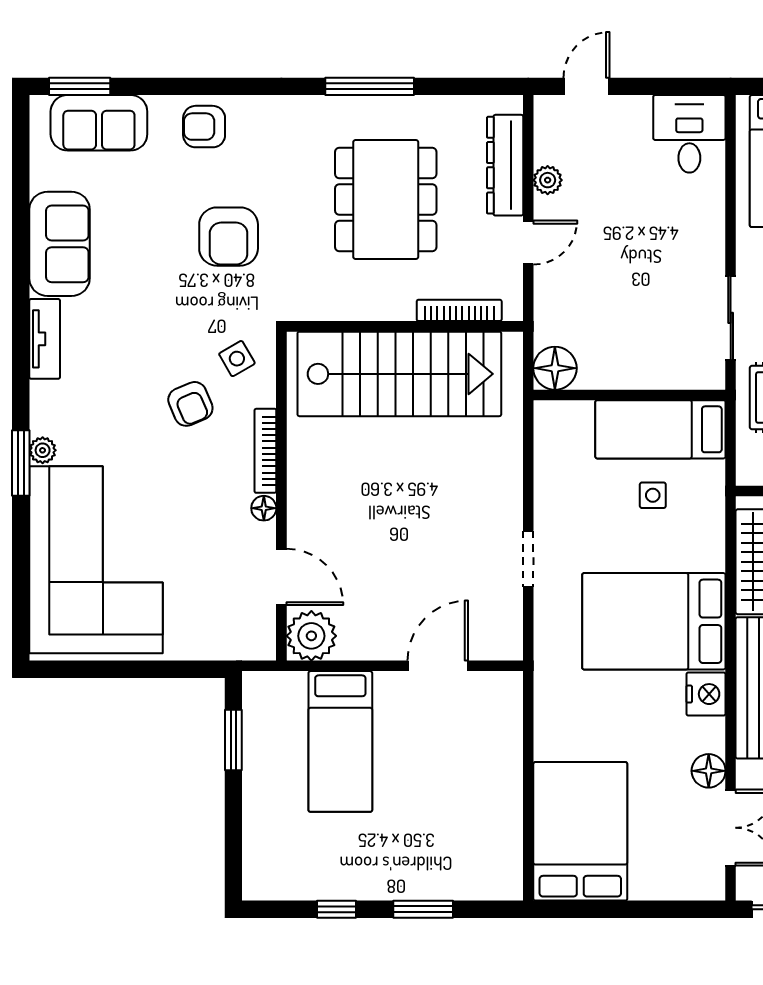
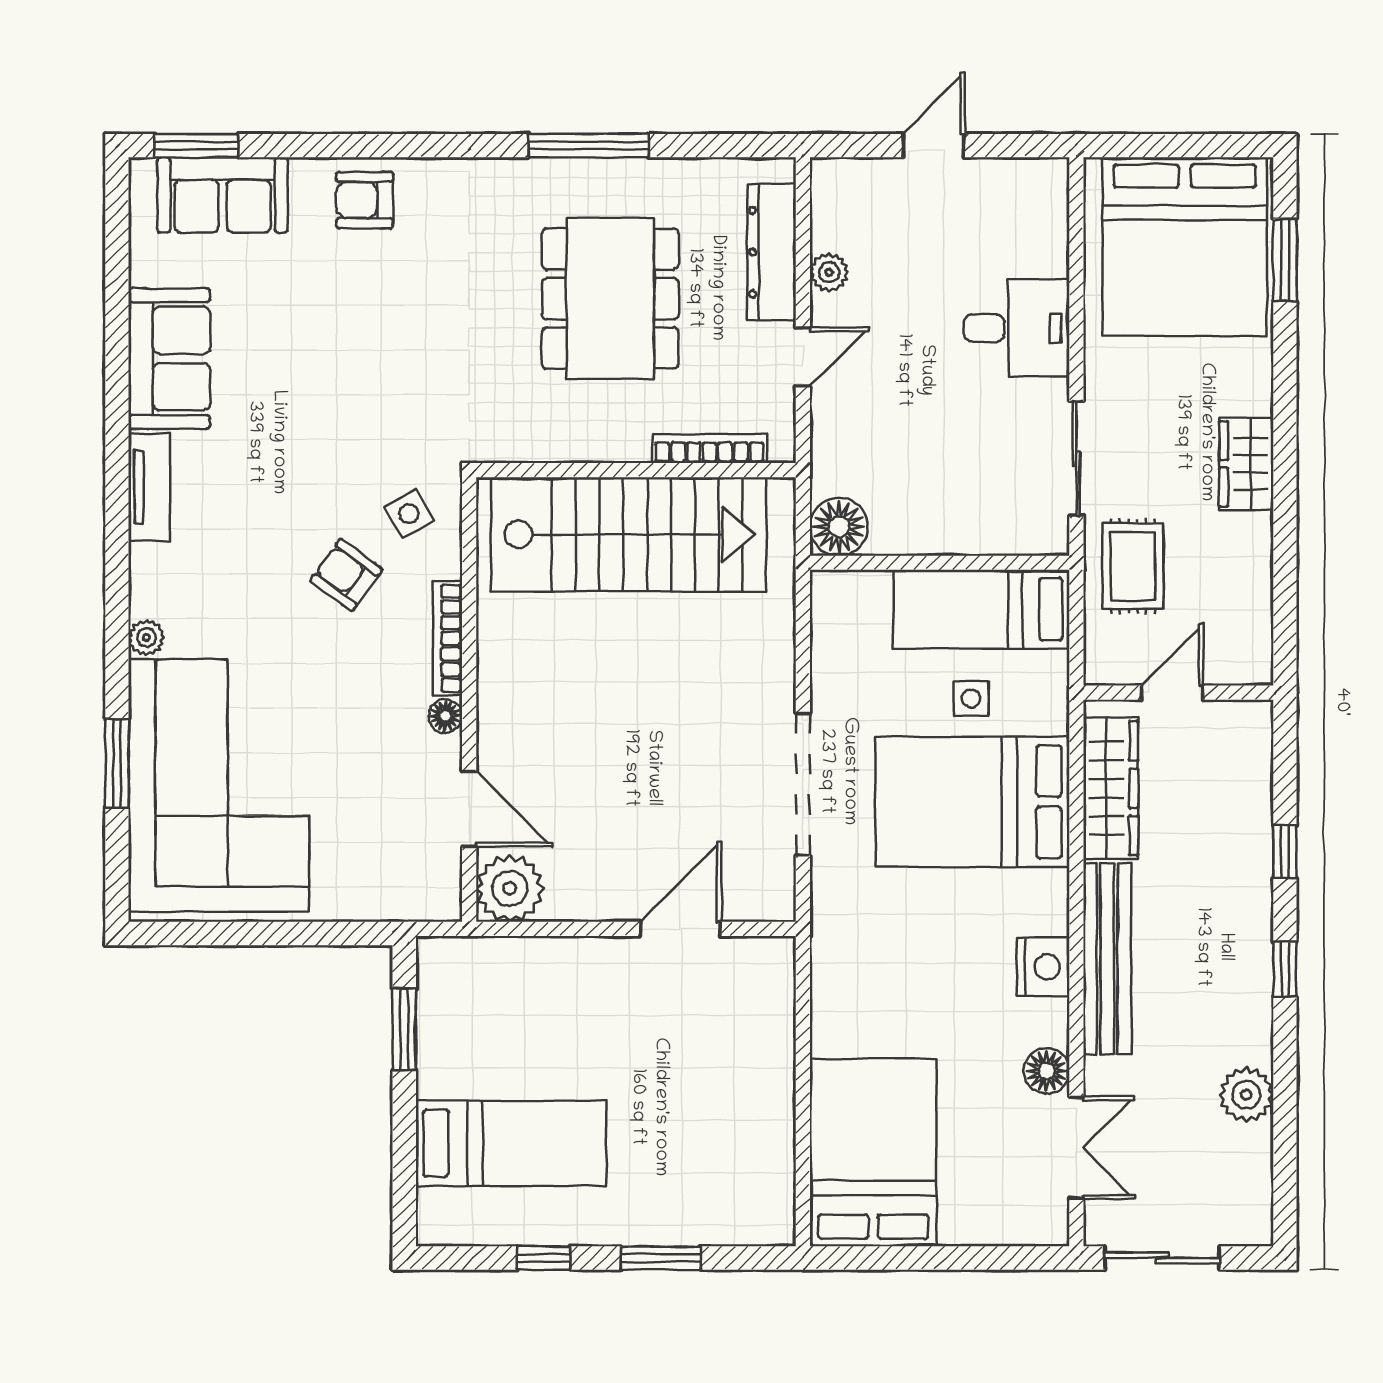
door: (586, 86) -> (934, 146), moved
desk: (689, 134) -> (1017, 328), moved, turned 90
armchair: (229, 237) -> (398, 349), removed
armchair: (190, 404) -> (346, 575), turned 149
window: (21, 463) -> (117, 763), moved
doorway: (528, 559) -> (803, 784), width x1.88
bed: (654, 621) -> (973, 802), moved
bed: (340, 741) -> (511, 1143), moved, turned -90

